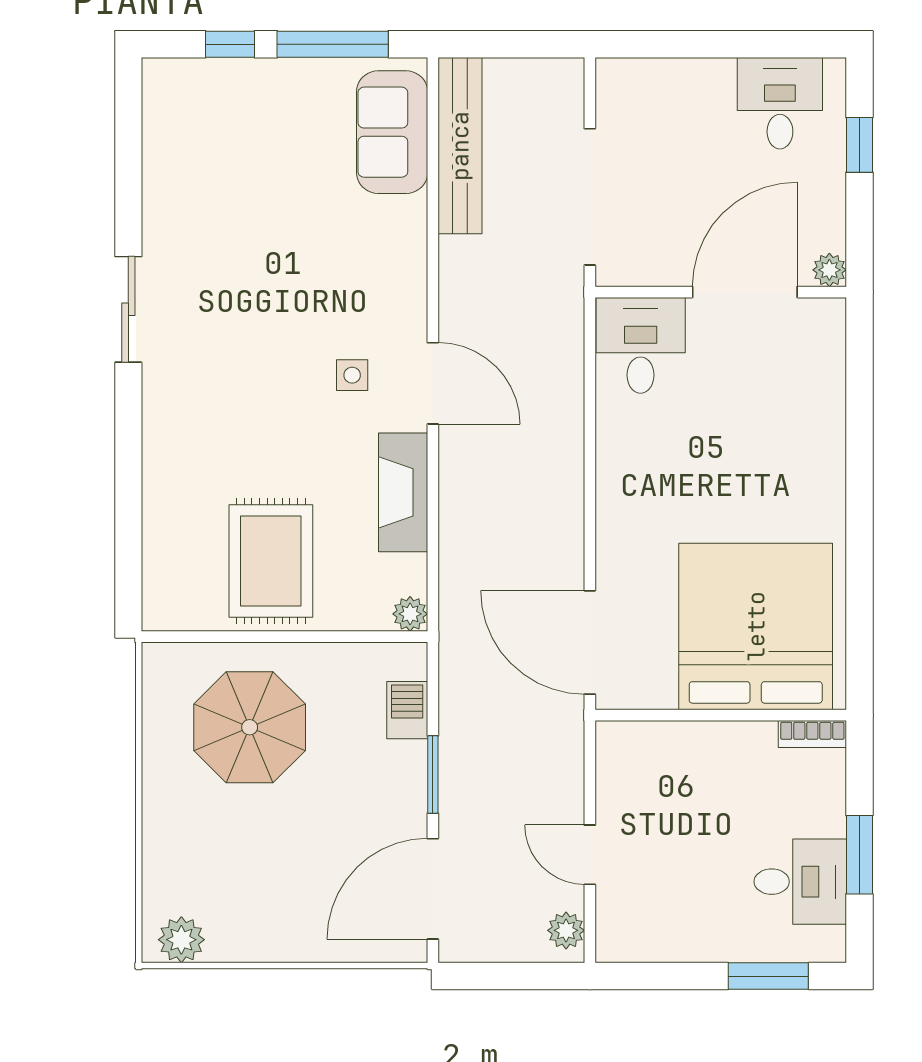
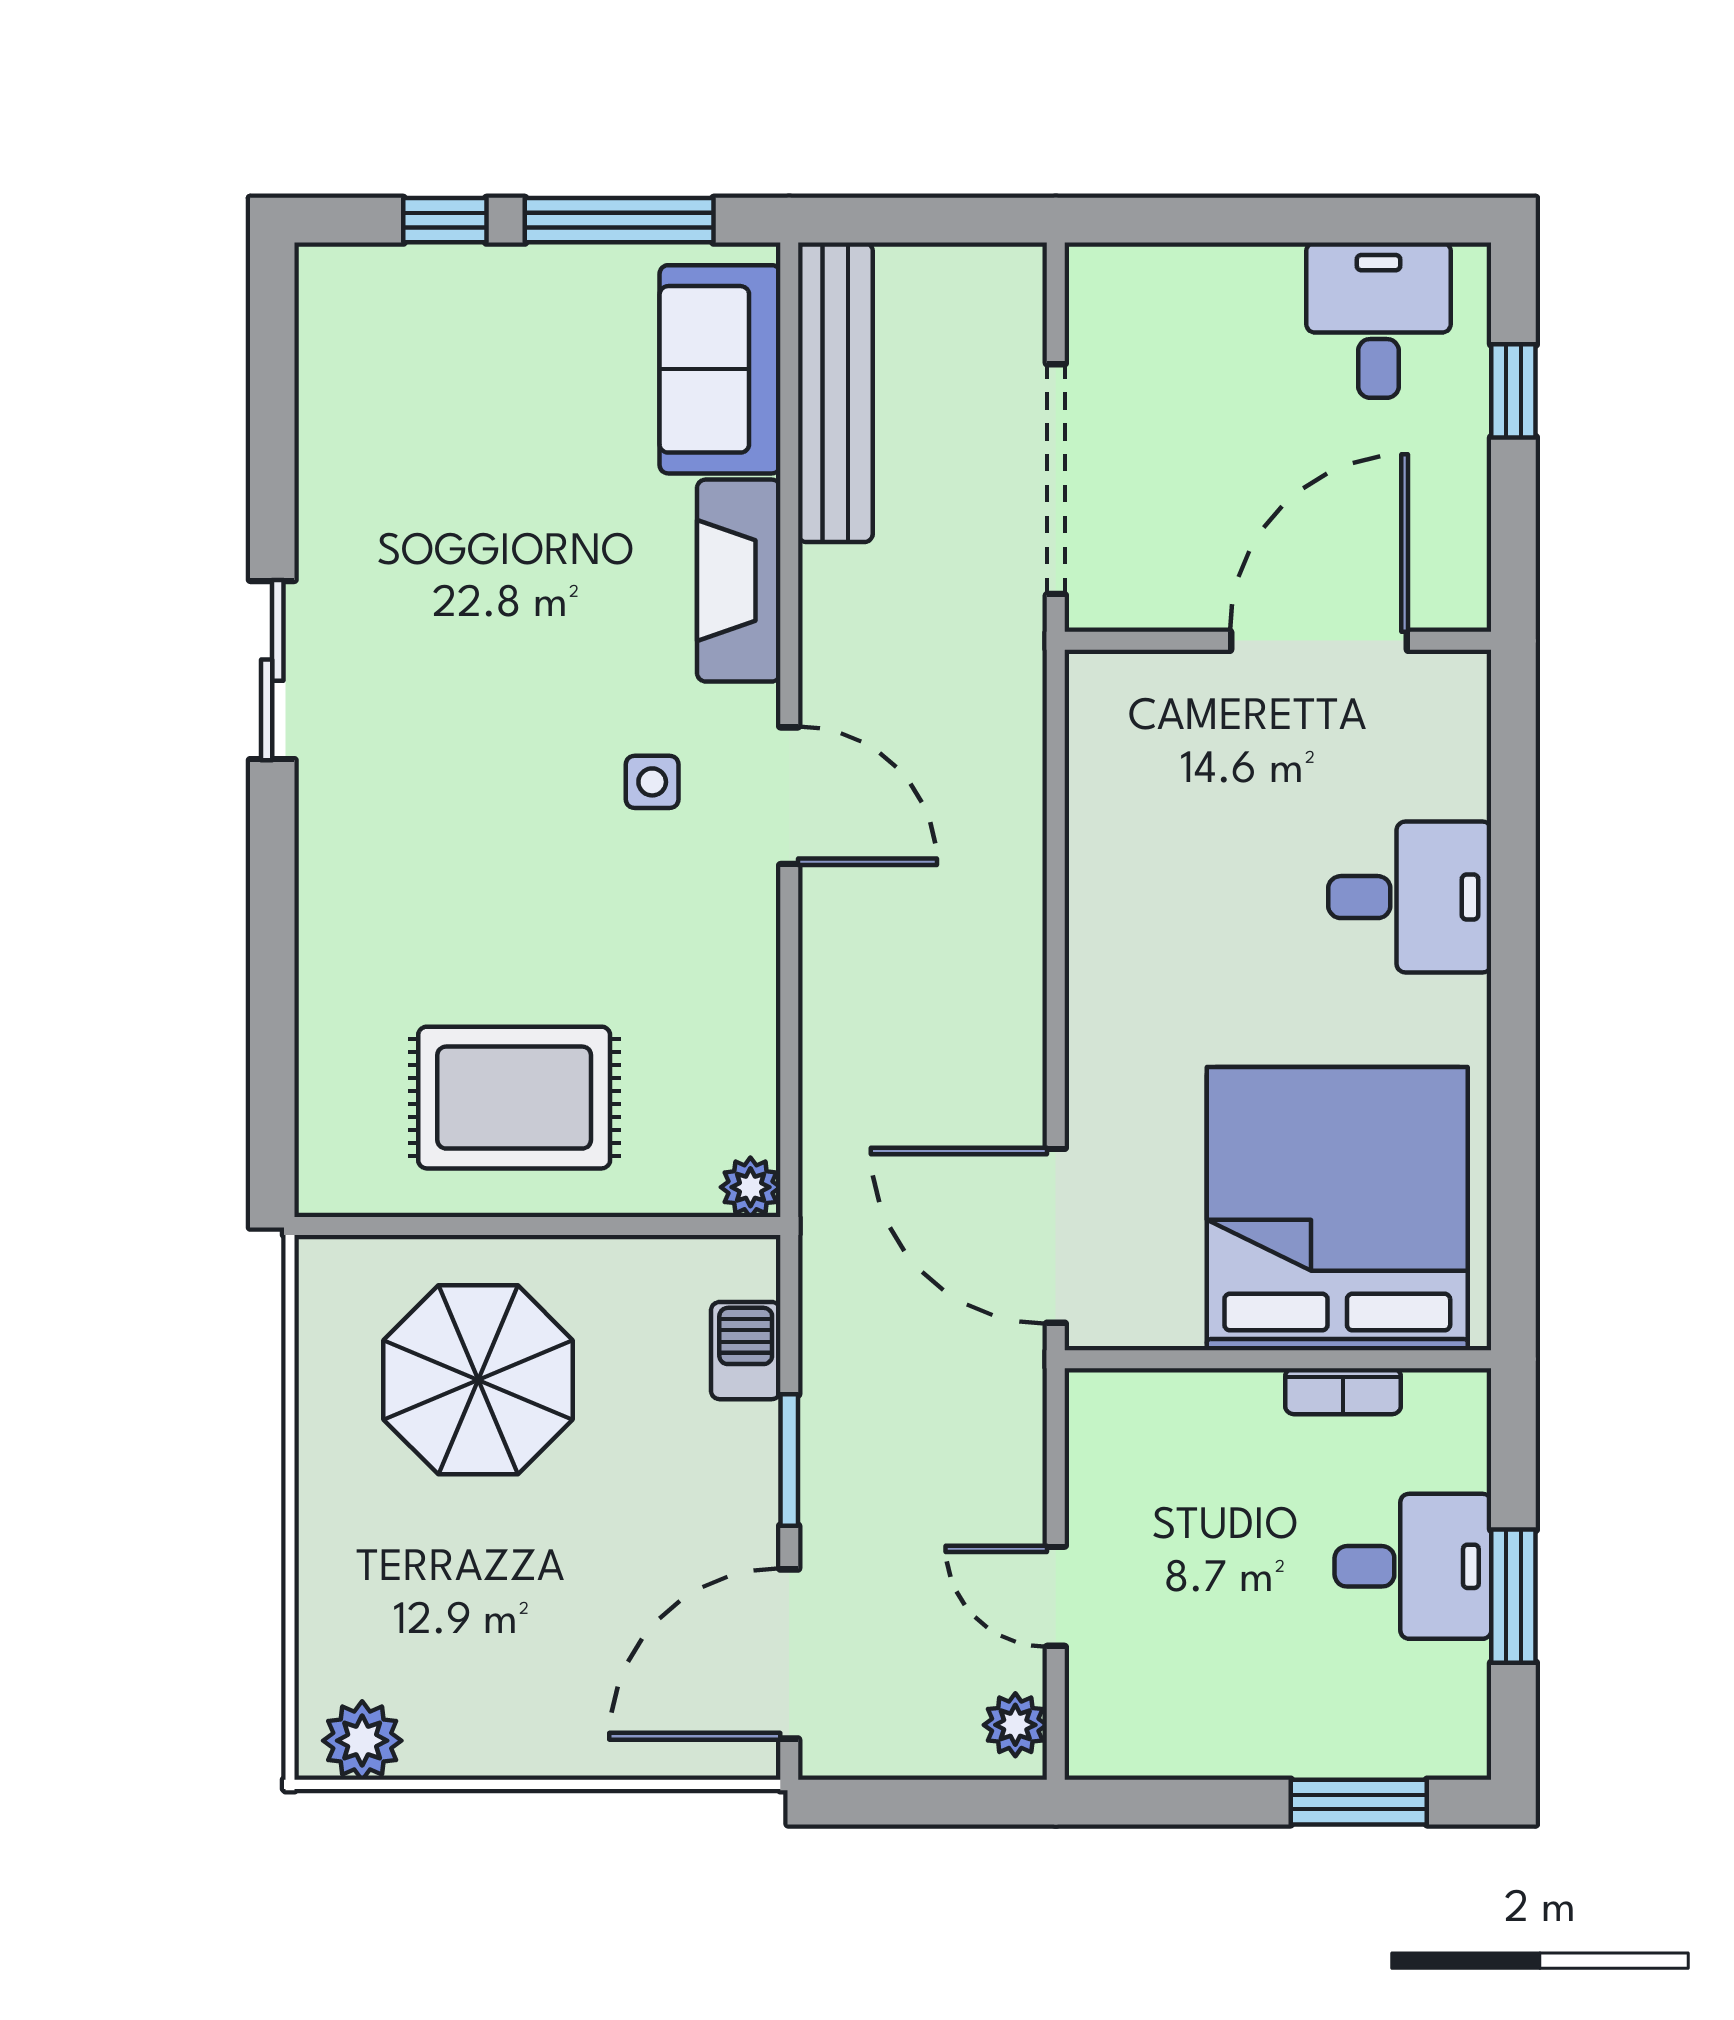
plant: (829, 270) -> (1463, 603), removed
desk: (641, 345) -> (1410, 897), moved, turned 90
fireplace: (403, 492) -> (739, 581), moved
rug: (271, 561) -> (514, 1098), turned 90
bookcase: (812, 734) -> (1343, 1391), moved
desk: (800, 882) -> (1413, 1566), moved

